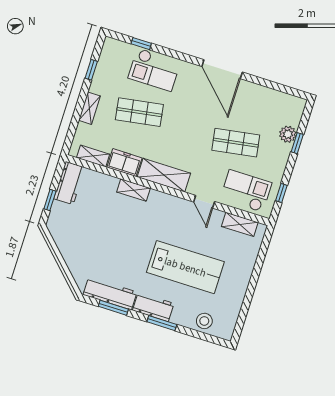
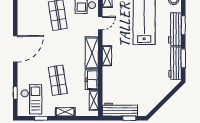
door: (222, 69) -> (15, 49), moved
checkout: (154, 70) -> (31, 99), moved
workbench: (69, 183) -> (120, 110), width x1.38
shelving: (133, 190) -> (107, 56), moved
workbench: (153, 307) -> (175, 29), width x1.38

